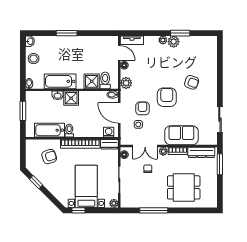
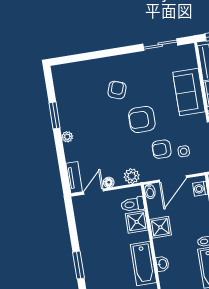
plant: (174, 42) -> (67, 122), removed
shower: (71, 98) -> (160, 227), moved

